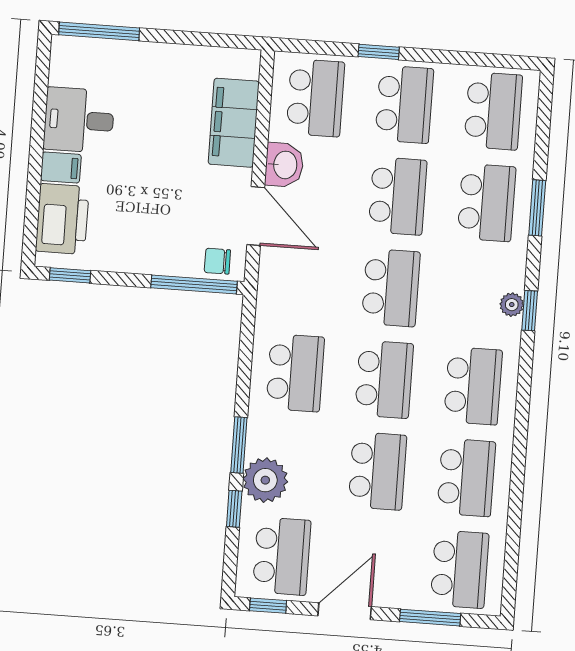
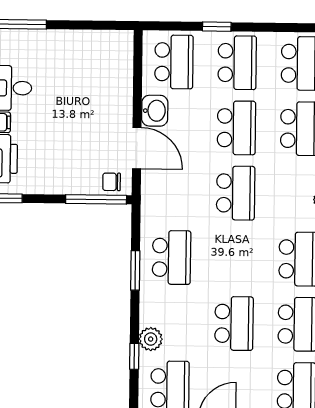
filing cabinet: (234, 123) -> (117, 83), removed
school desk: (384, 379) -> (235, 258), removed
window: (239, 445) -> (135, 270), moved
plant: (265, 480) -> (151, 339), width x0.73, depth x0.73

